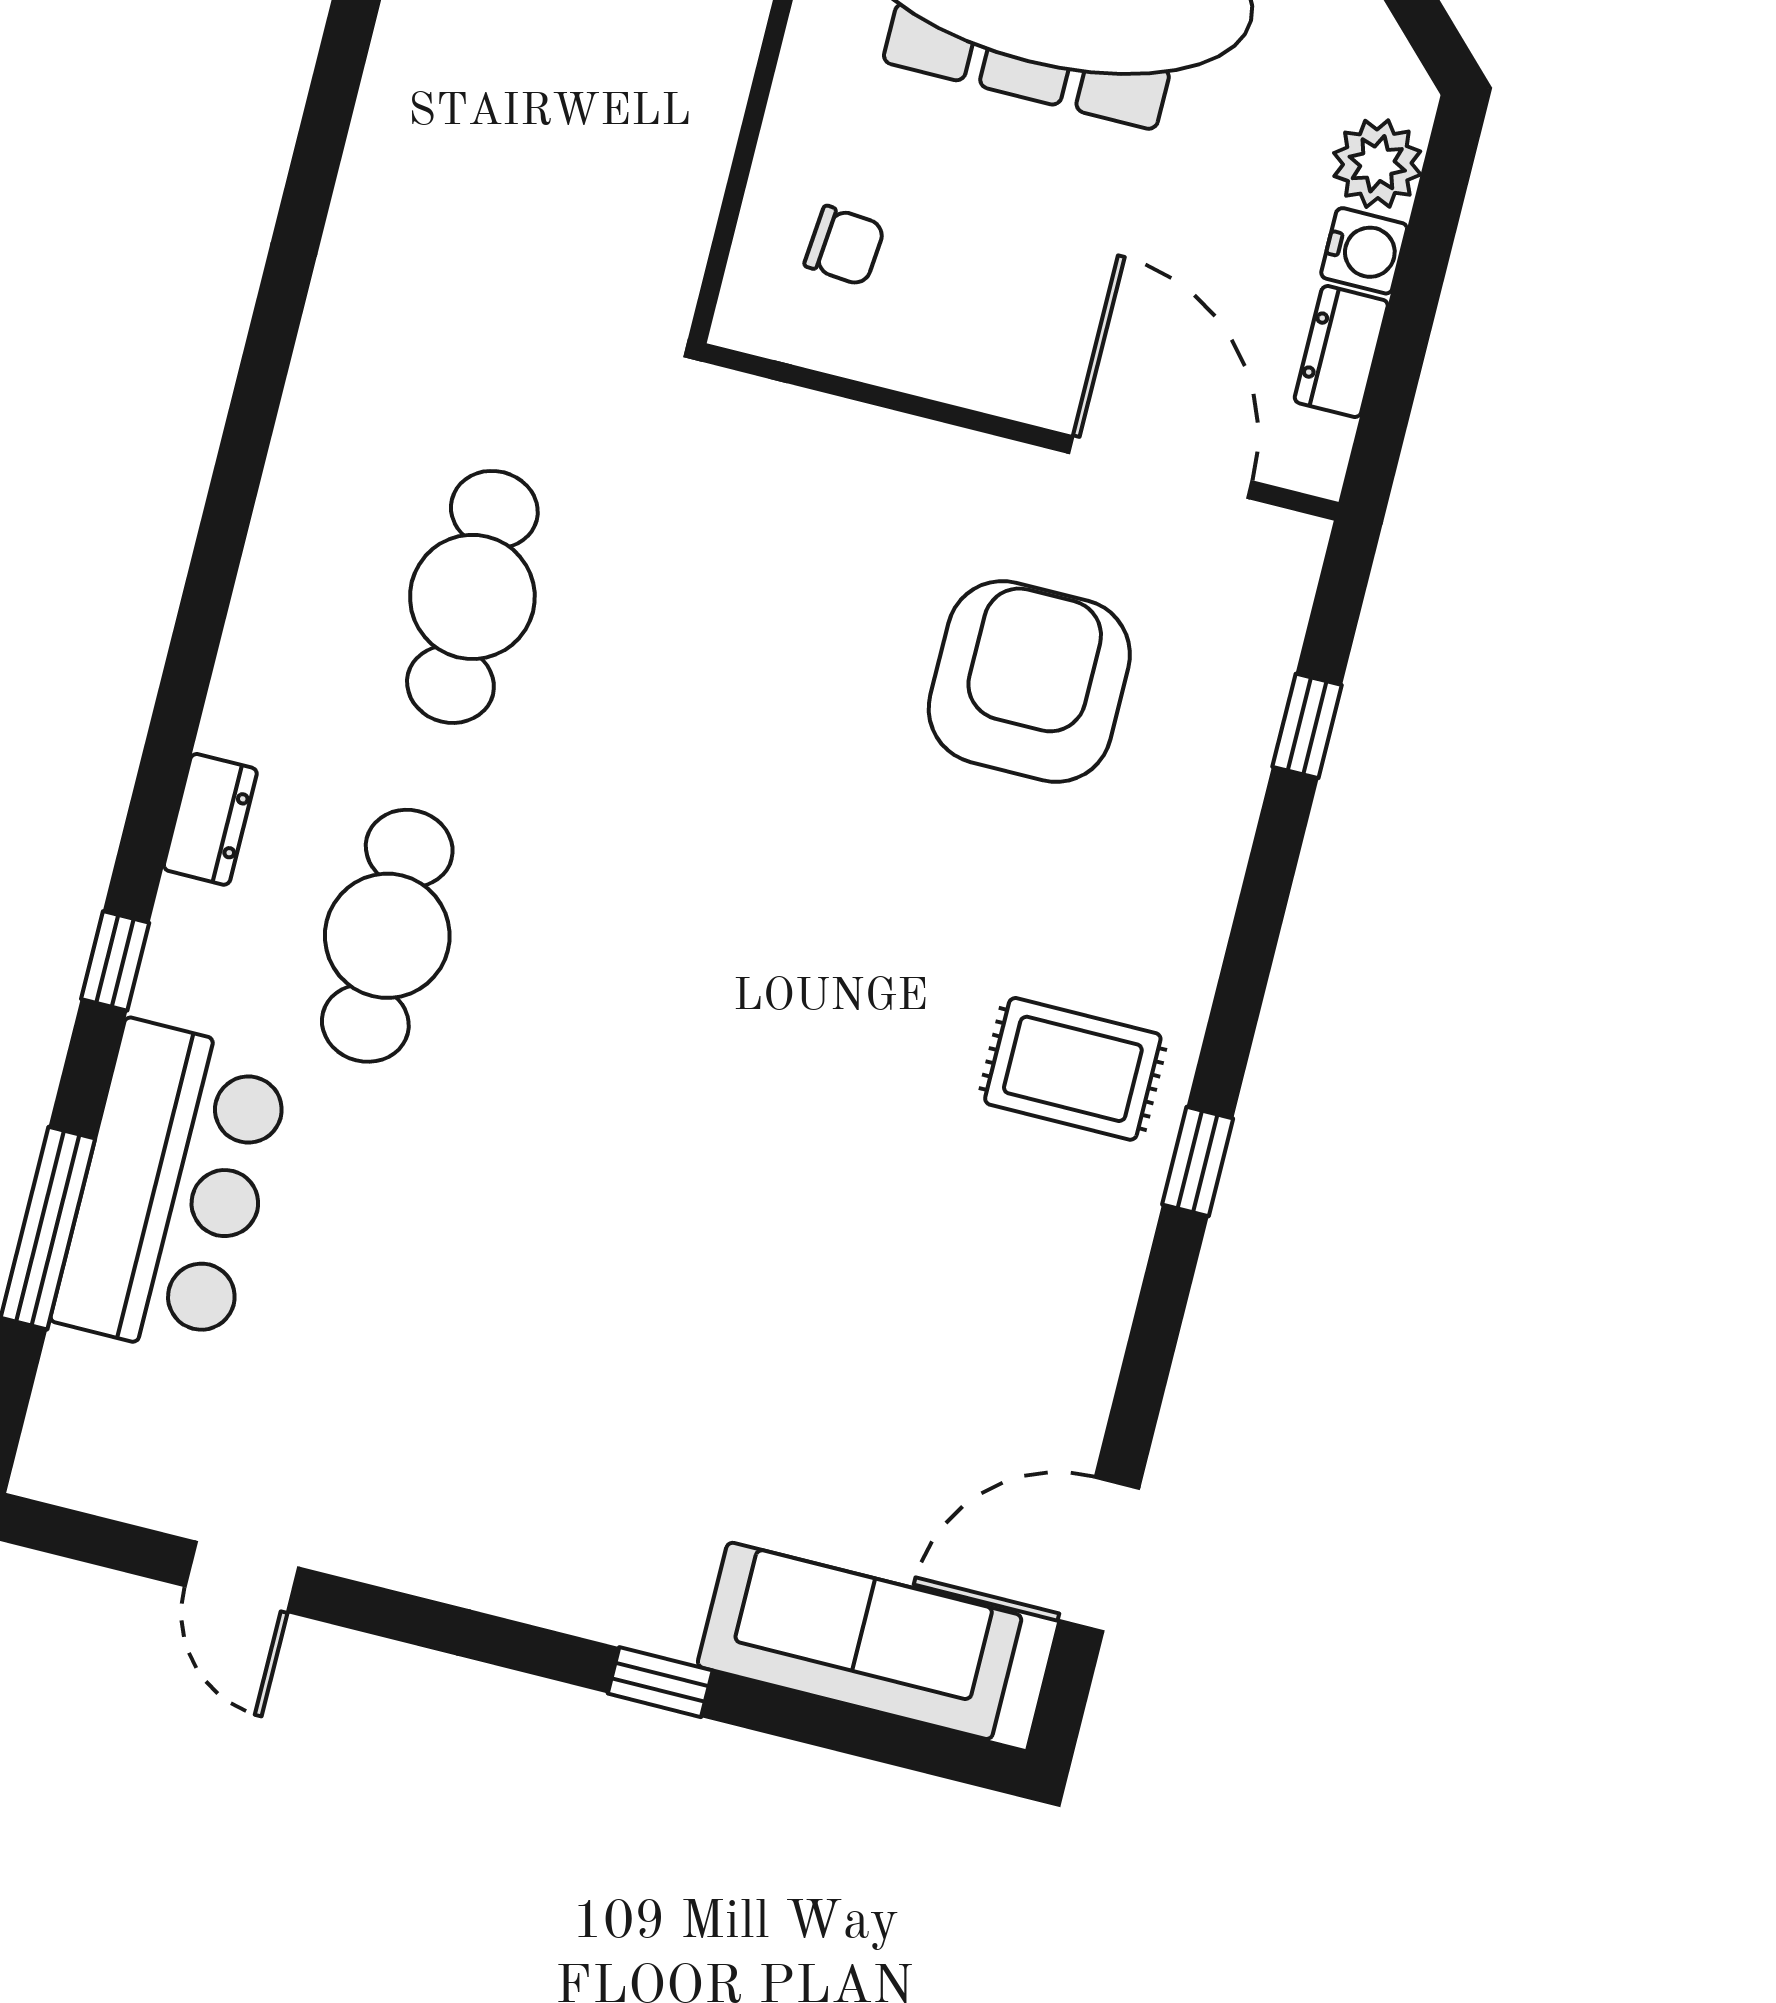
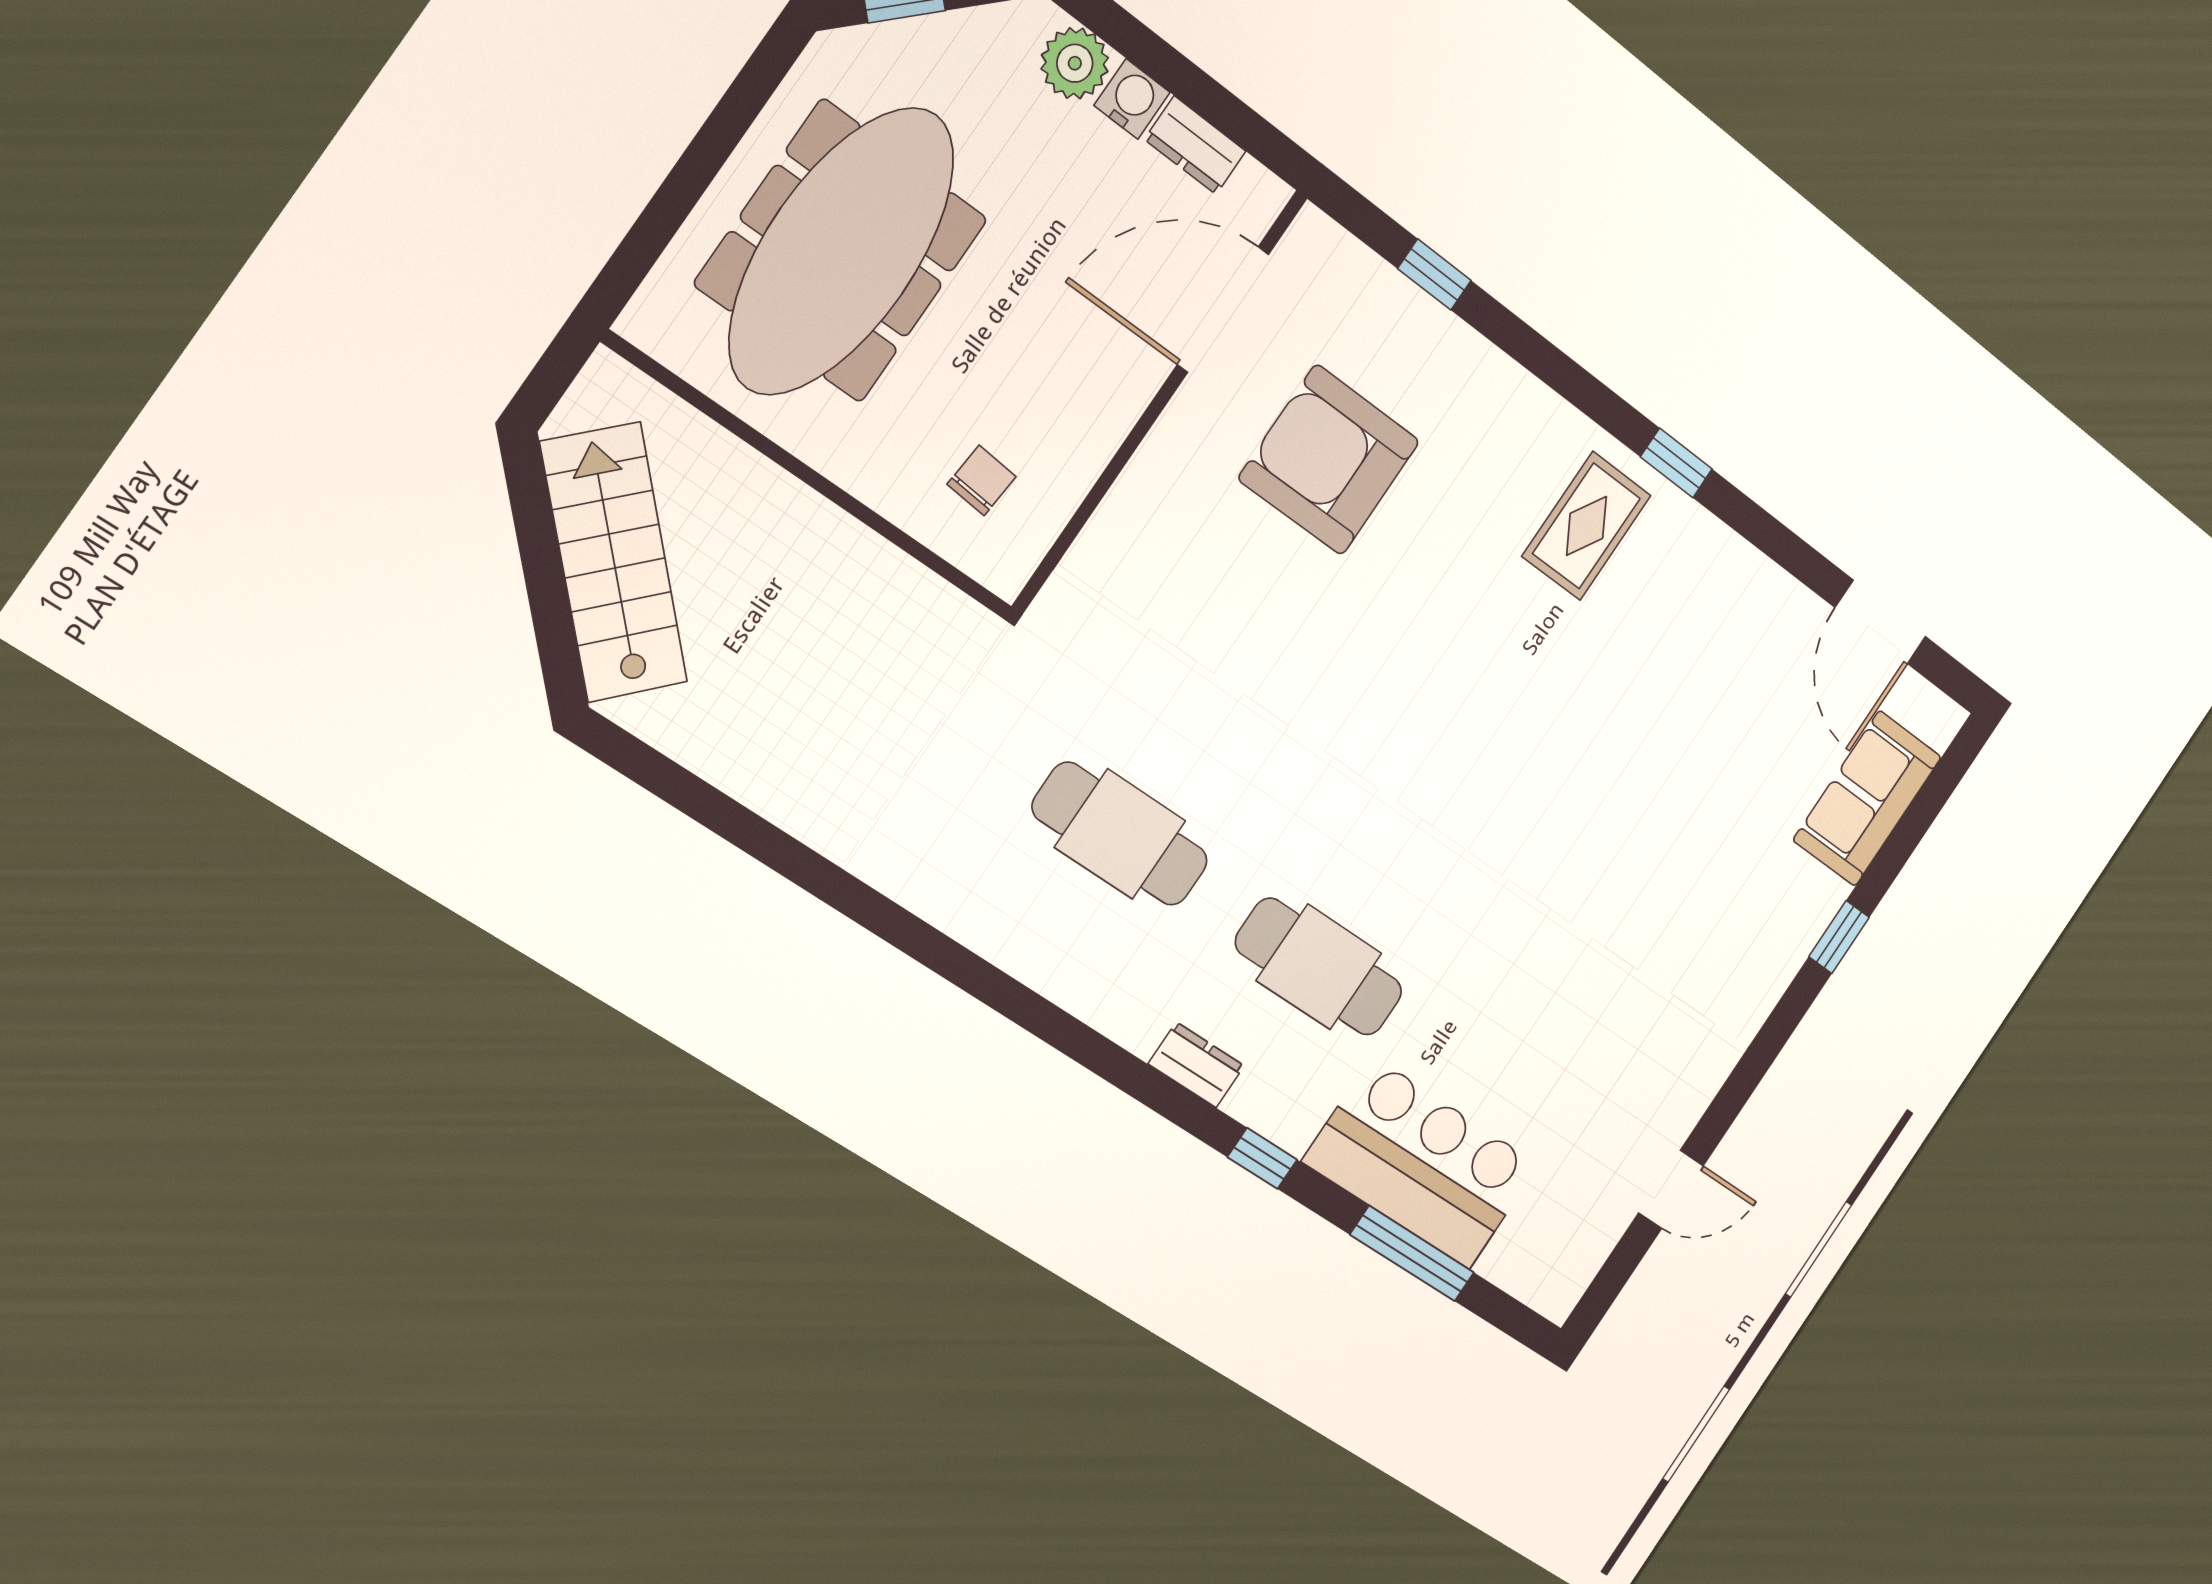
sofa: (860, 1641) -> (1867, 798), width x0.73

